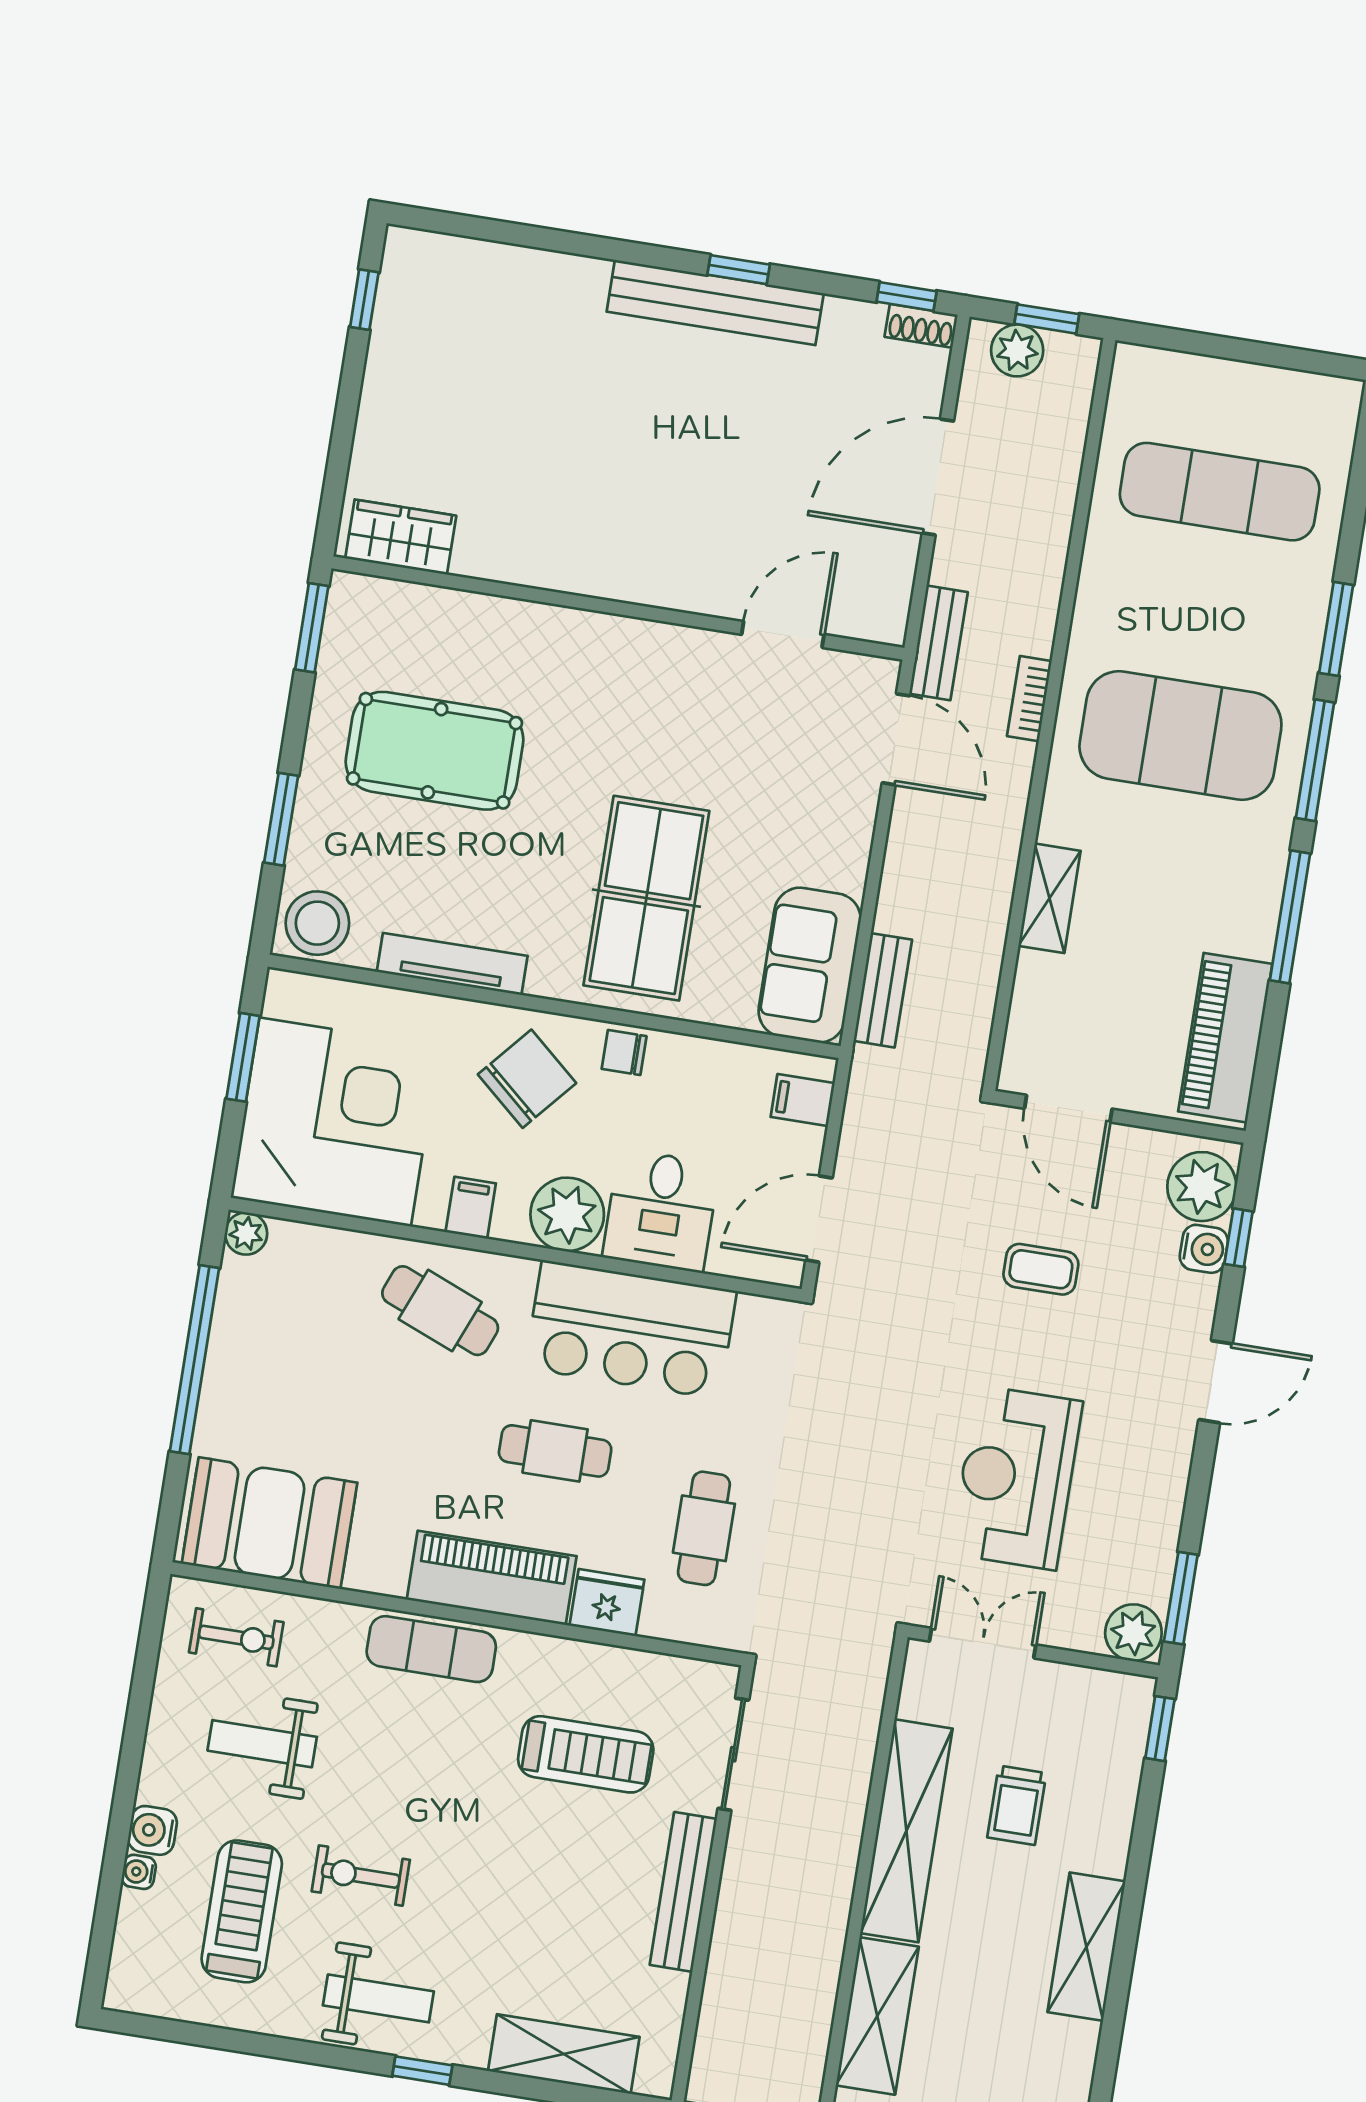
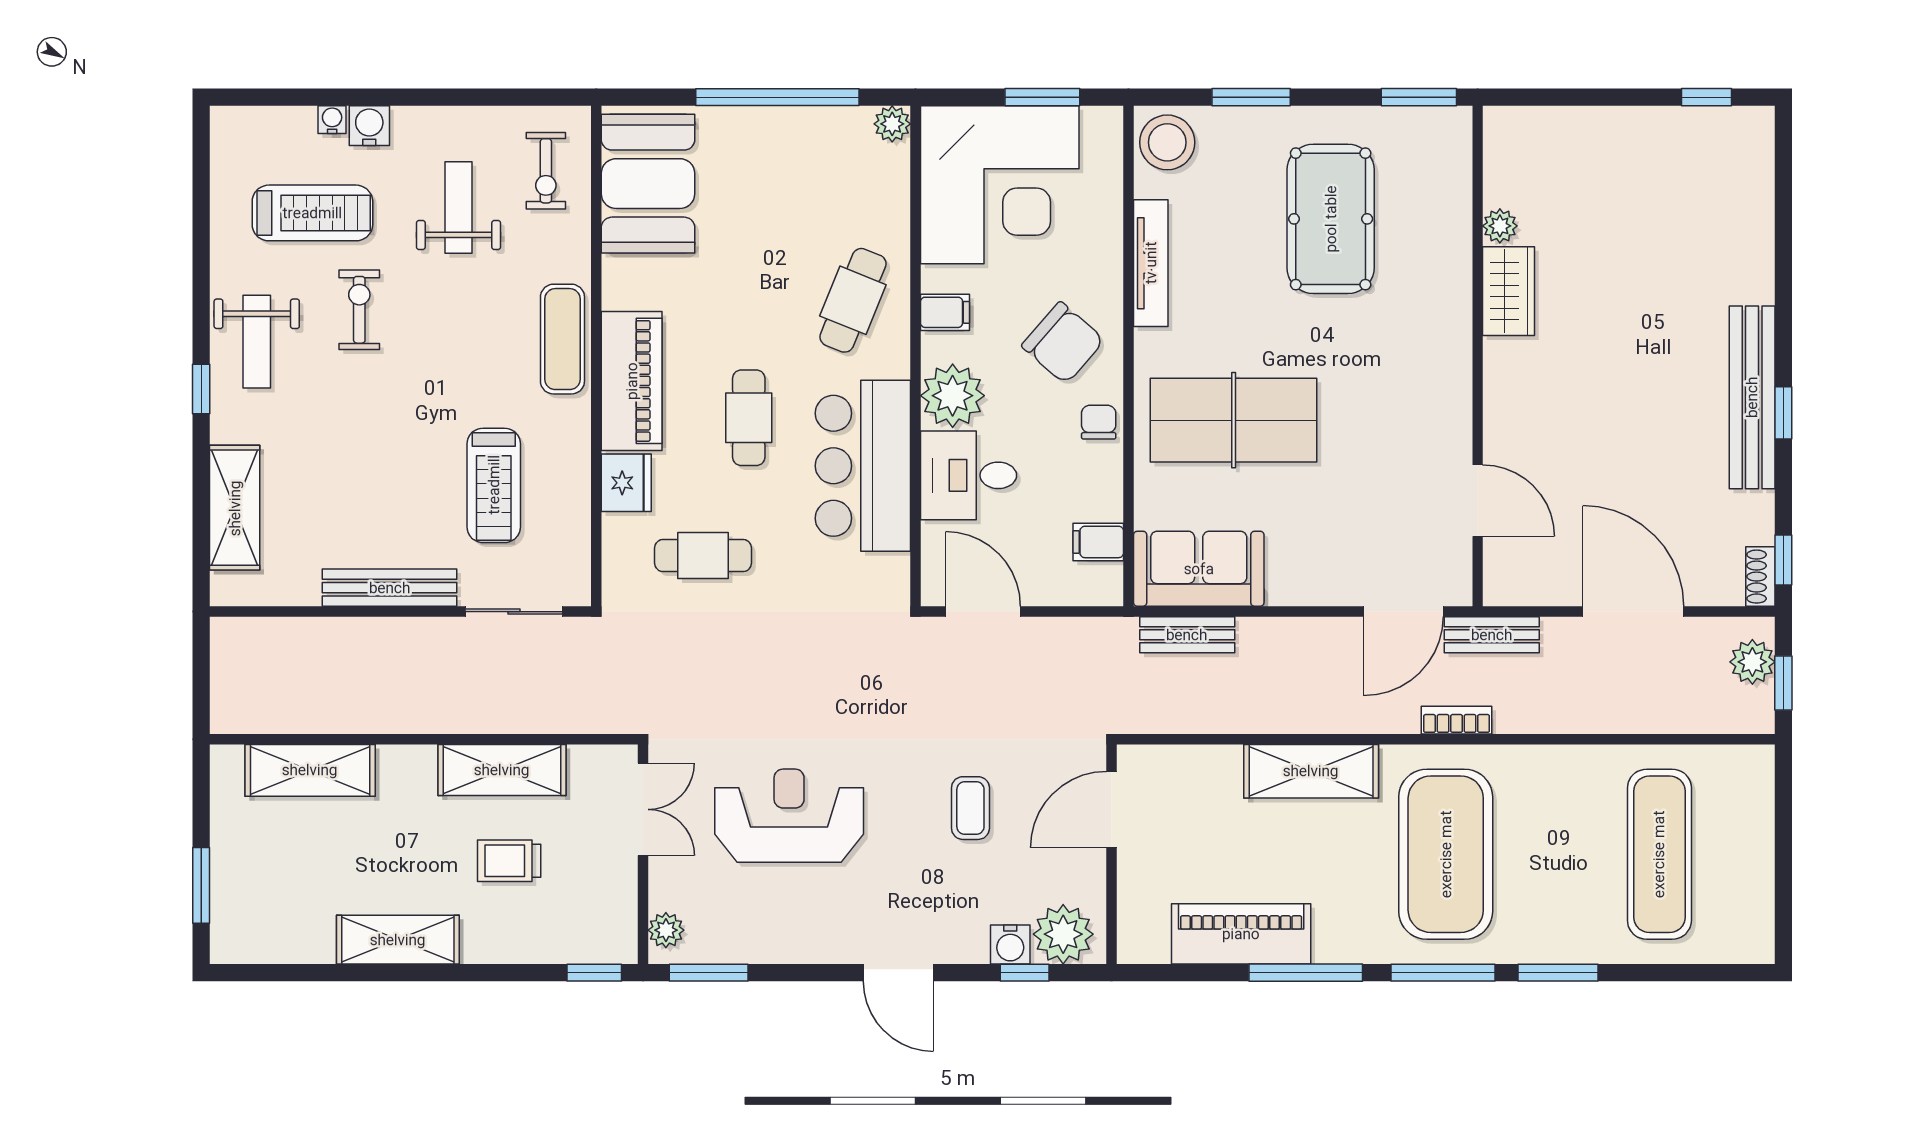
wardrobe: (401, 537) -> (1509, 291), moved
plant: (473, 559) -> (1500, 226), added
shelving: (1049, 898) -> (1311, 771), width x1.50, depth x1.33
piano: (1225, 1038) -> (1241, 934), moved
filing cabinet: (803, 1100) -> (1098, 542), moved, turned -90
plant: (1133, 1633) -> (666, 930), width x0.73, depth x0.73
shelving: (906, 1831) -> (502, 770), width x0.68

